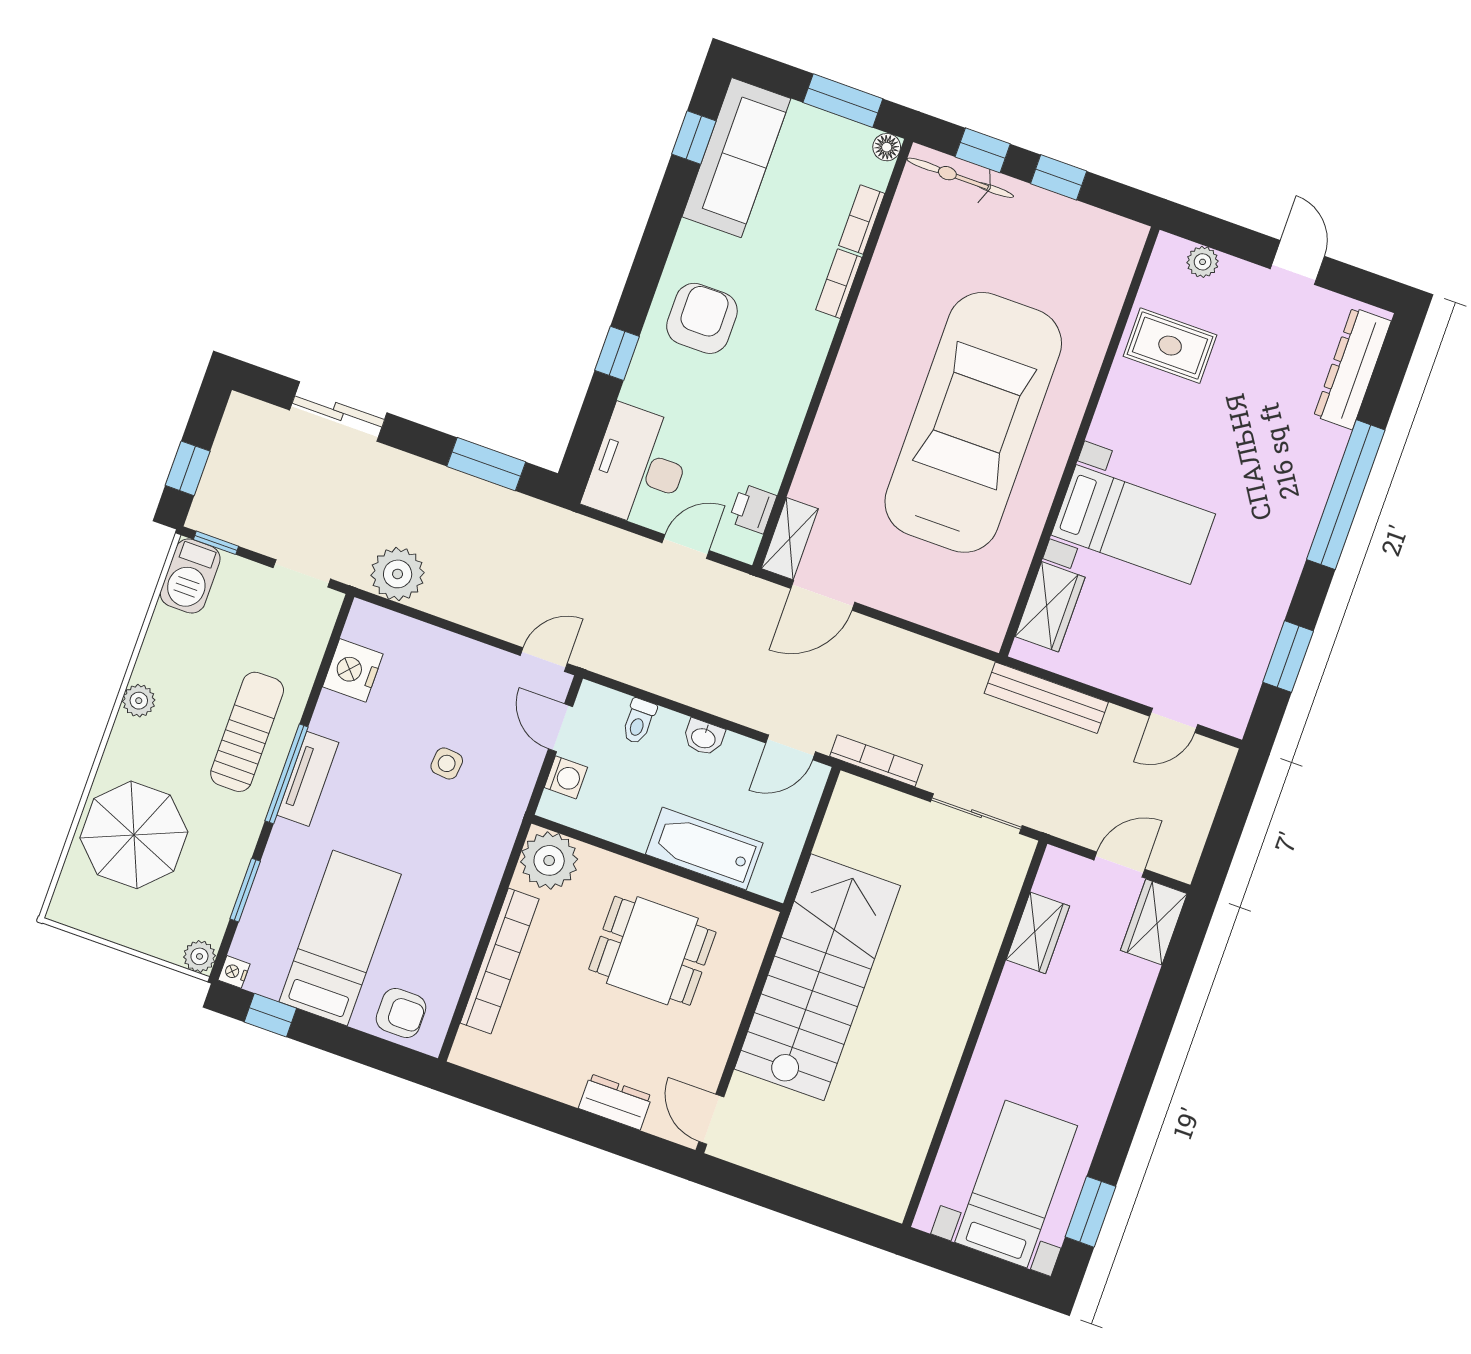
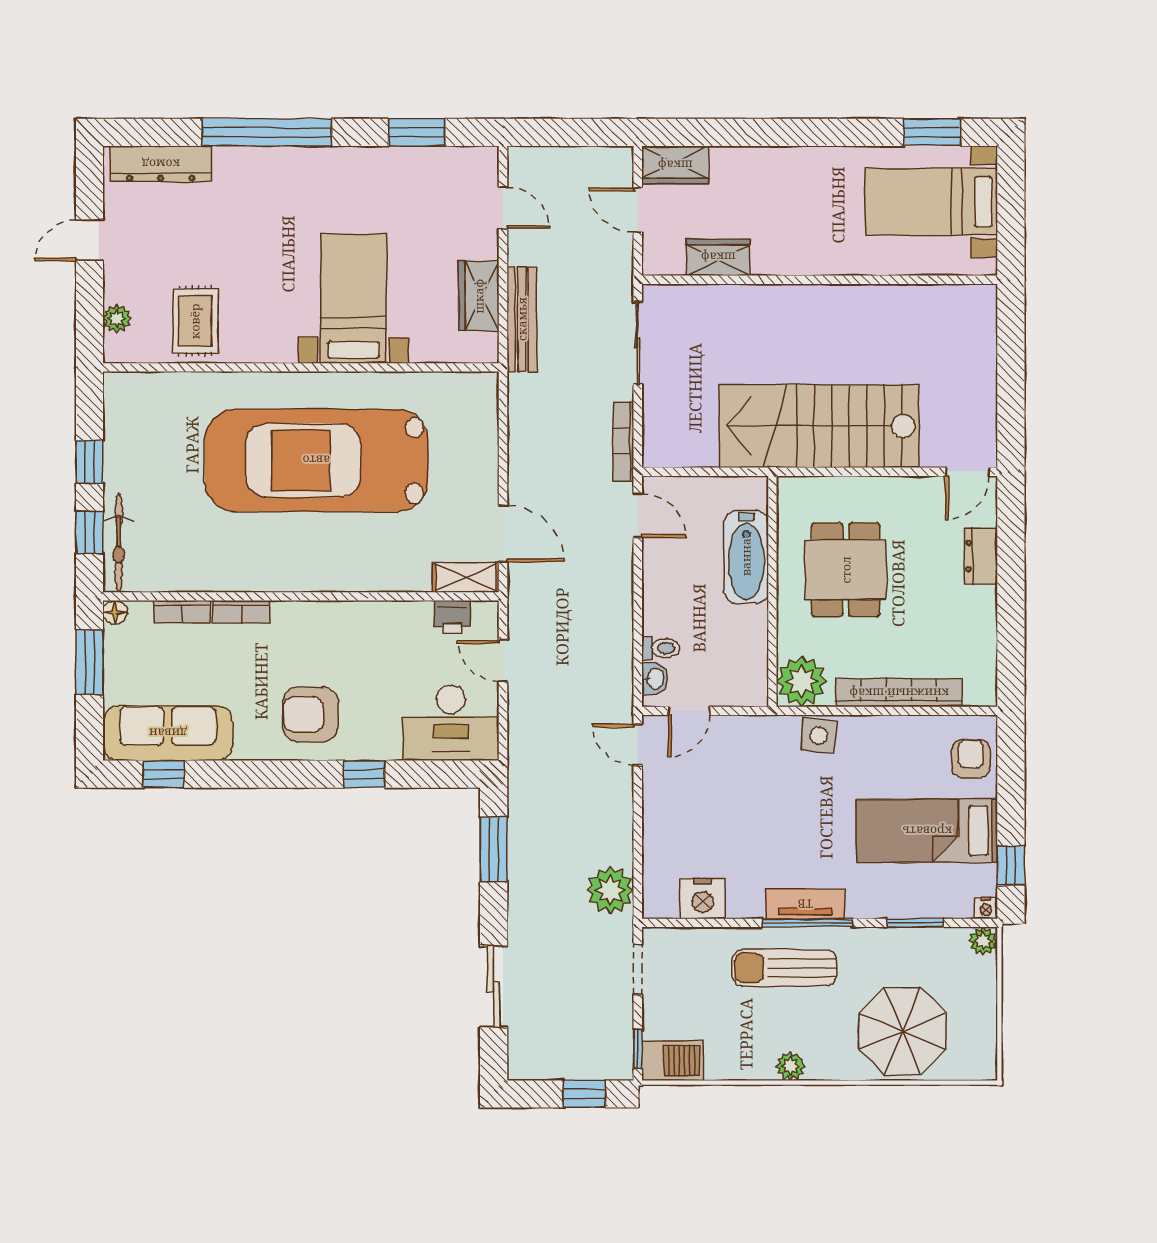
wardrobe: (1050, 607) -> (479, 296), moved, turned -90
washbasin: (704, 737) -> (655, 679), moved
side table: (447, 763) -> (819, 736), moved, width x1.37, depth x1.37
washing machine: (566, 777) -> (728, 692), removed

